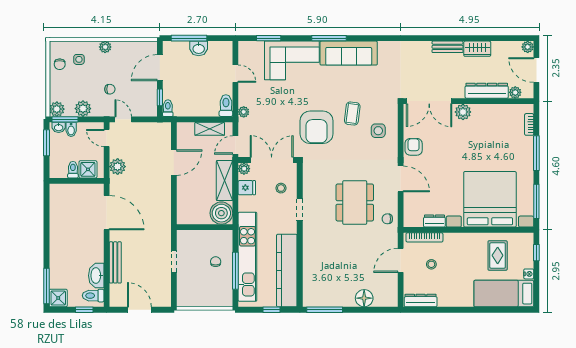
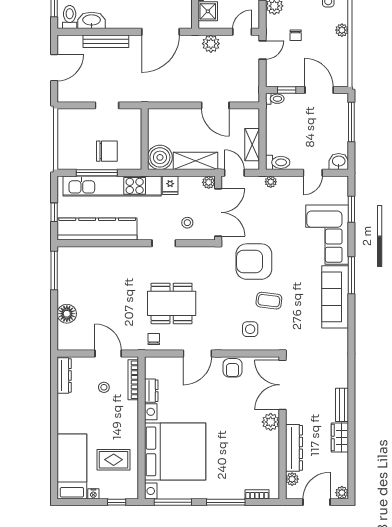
washbasin: (199, 48) -> (339, 162), moved, turned 90
armchair: (414, 147) -> (233, 368), turned 90
fridge: (247, 188) -> (170, 185), moved
chair: (216, 262) -> (107, 151), width x1.87, depth x1.87

